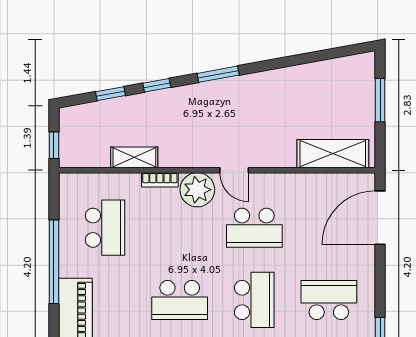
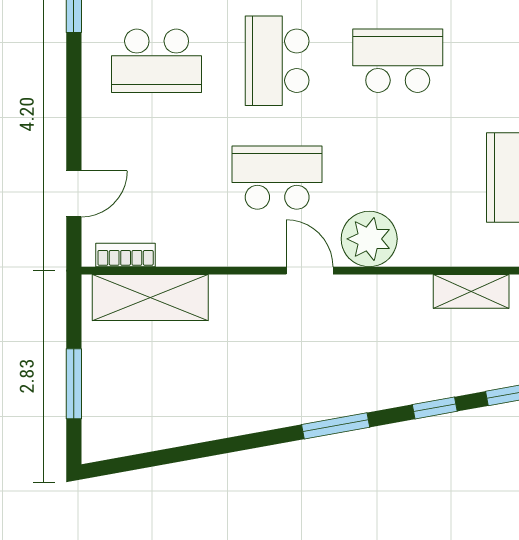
bookcase: (160, 180) -> (126, 255), moved
door: (380, 218) -> (74, 194), width x0.53

